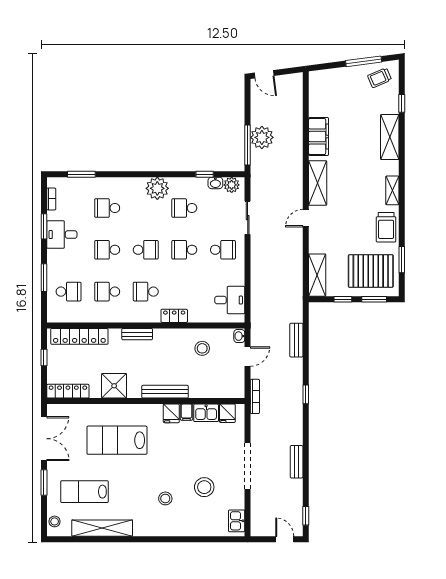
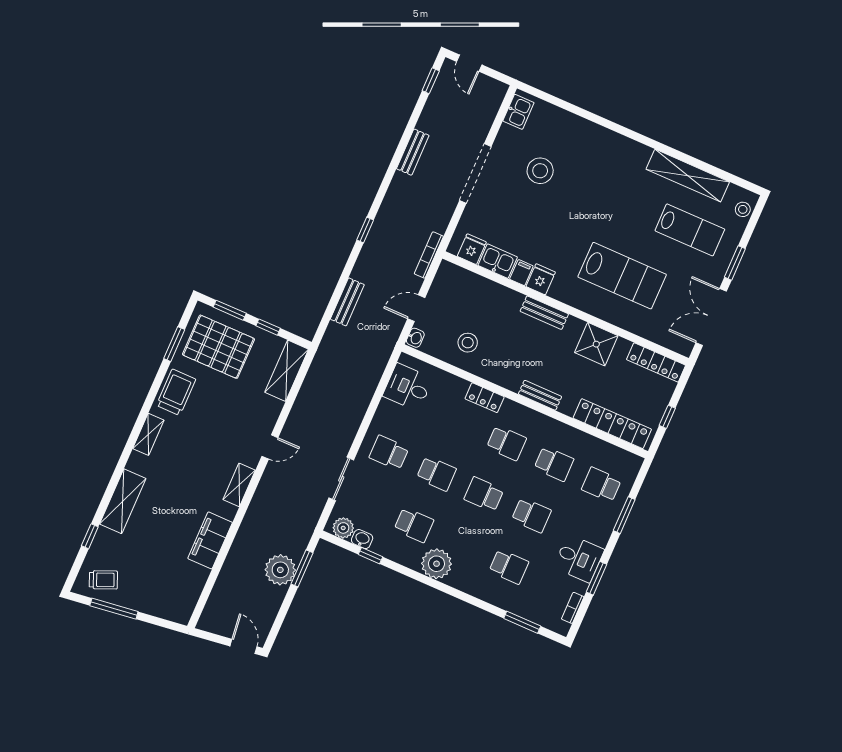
window: (248, 145) -> (302, 568), width x0.69
shelving: (318, 183) -> (239, 485), width x0.67, depth x0.75
bench: (165, 392) -> (544, 313), width x0.73
stool: (165, 498) -> (594, 178), removed

